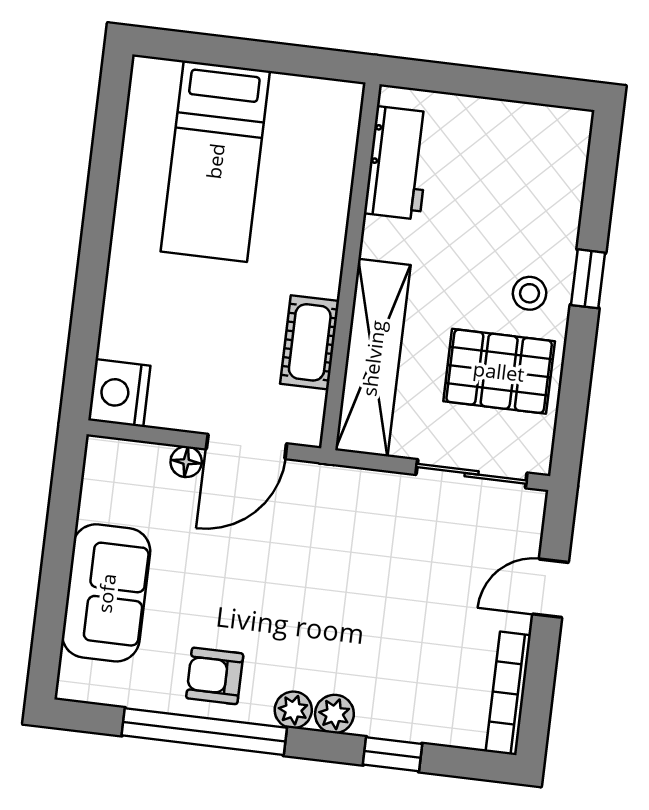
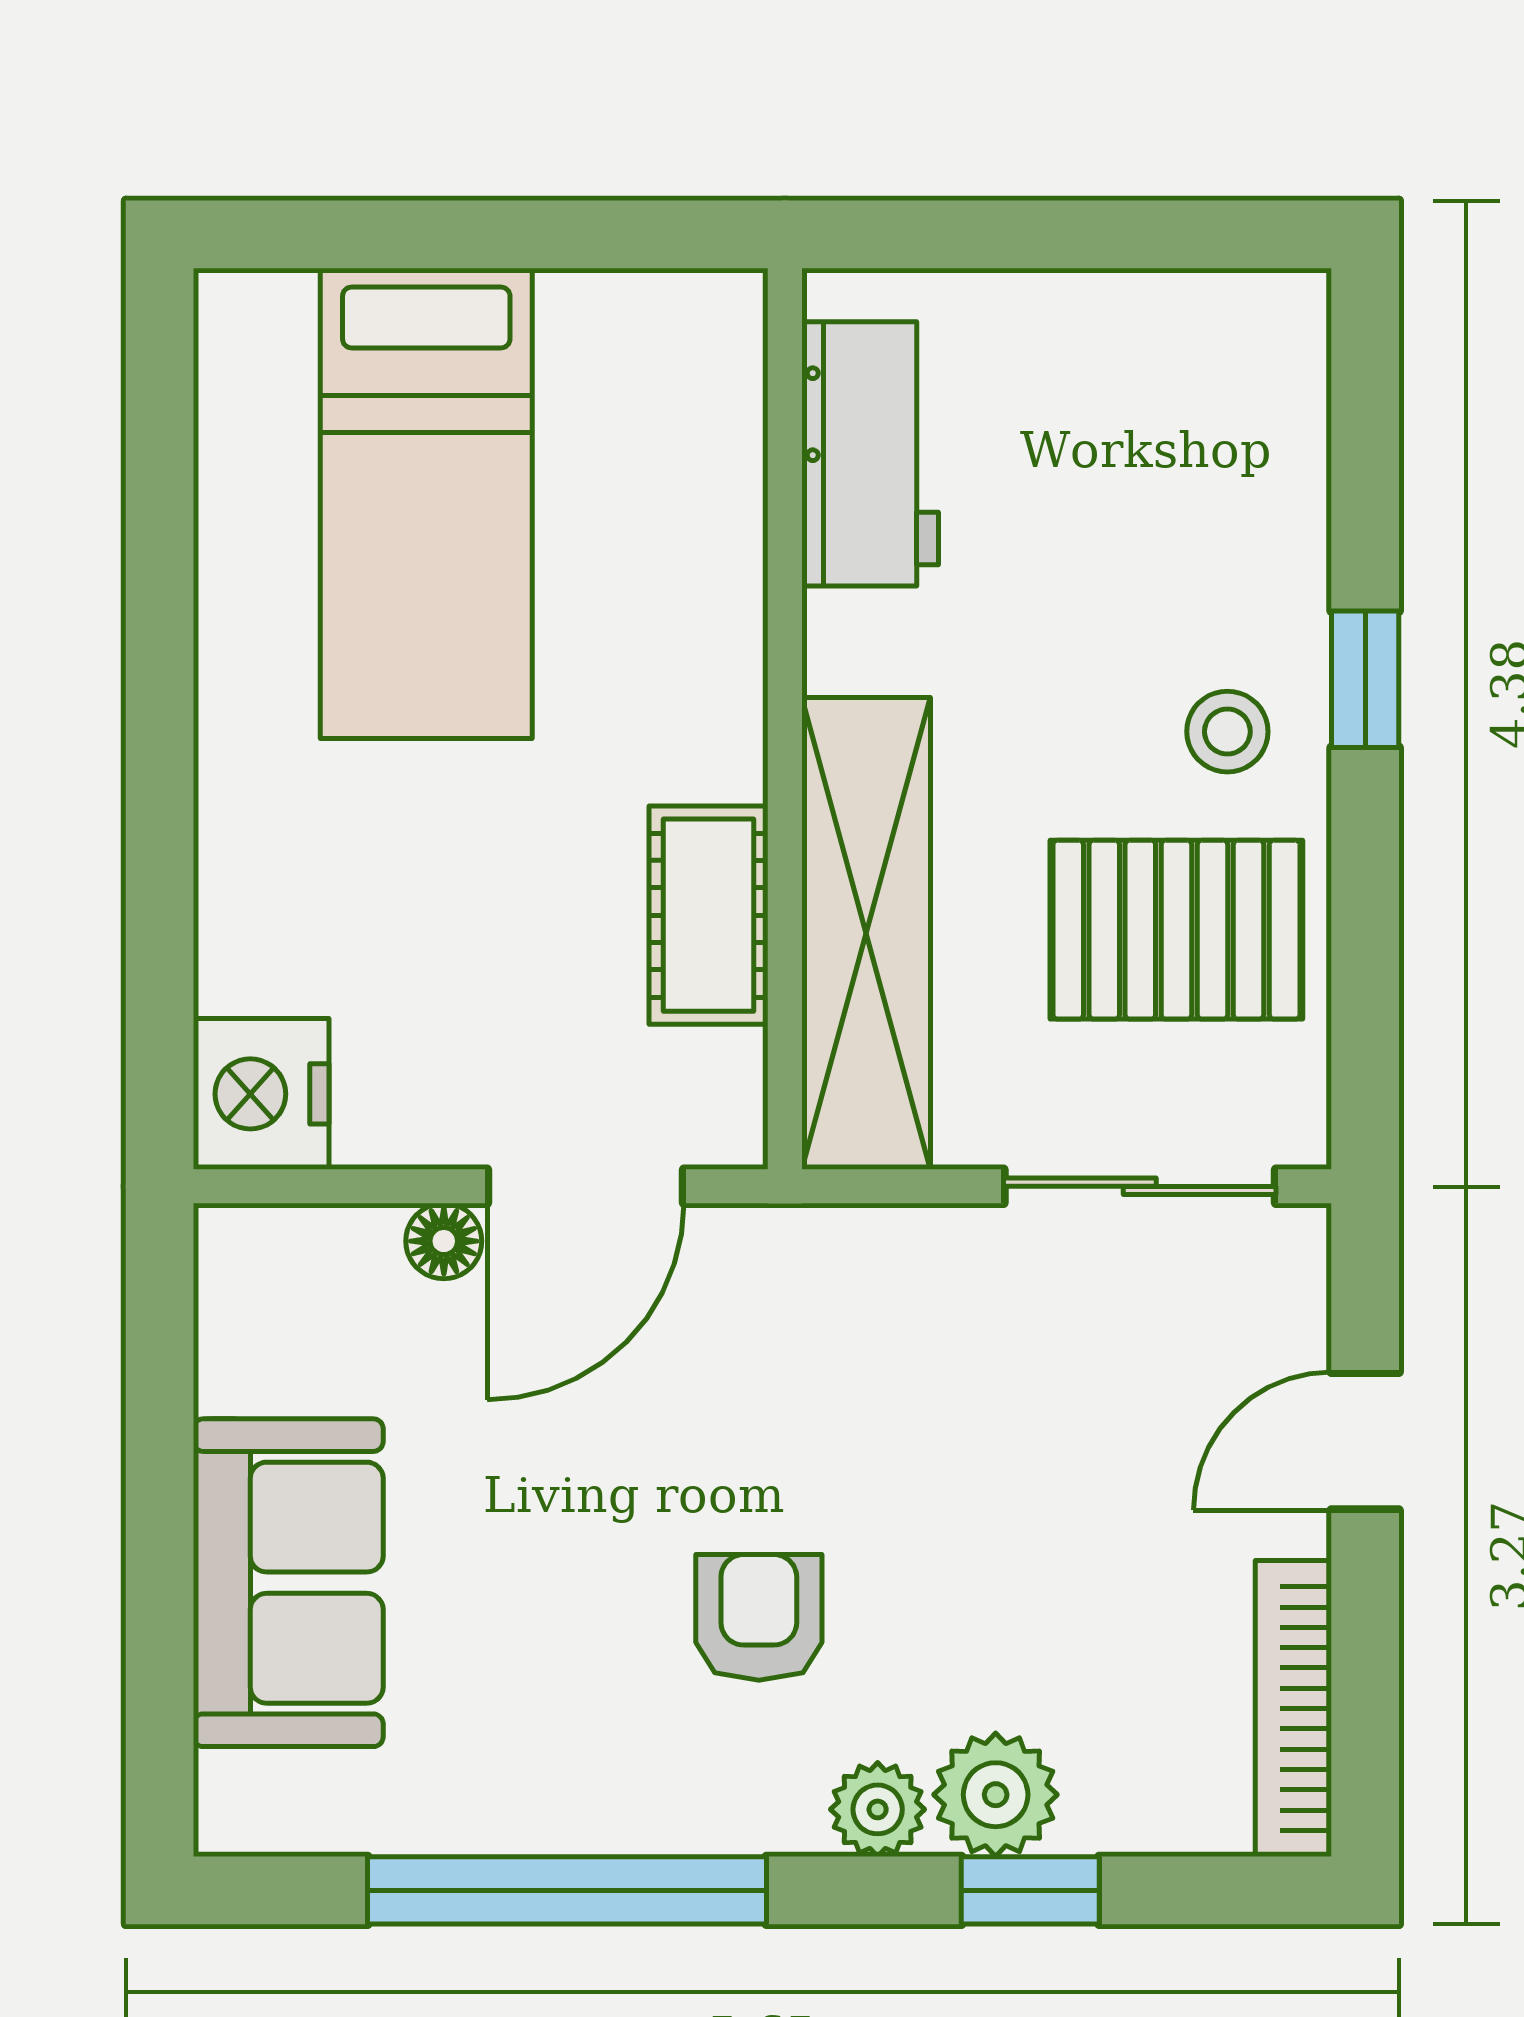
armchair: (215, 676) -> (759, 1617), moved, turned 90
plant: (293, 710) -> (996, 1795), moved, width x1.38, depth x1.38

